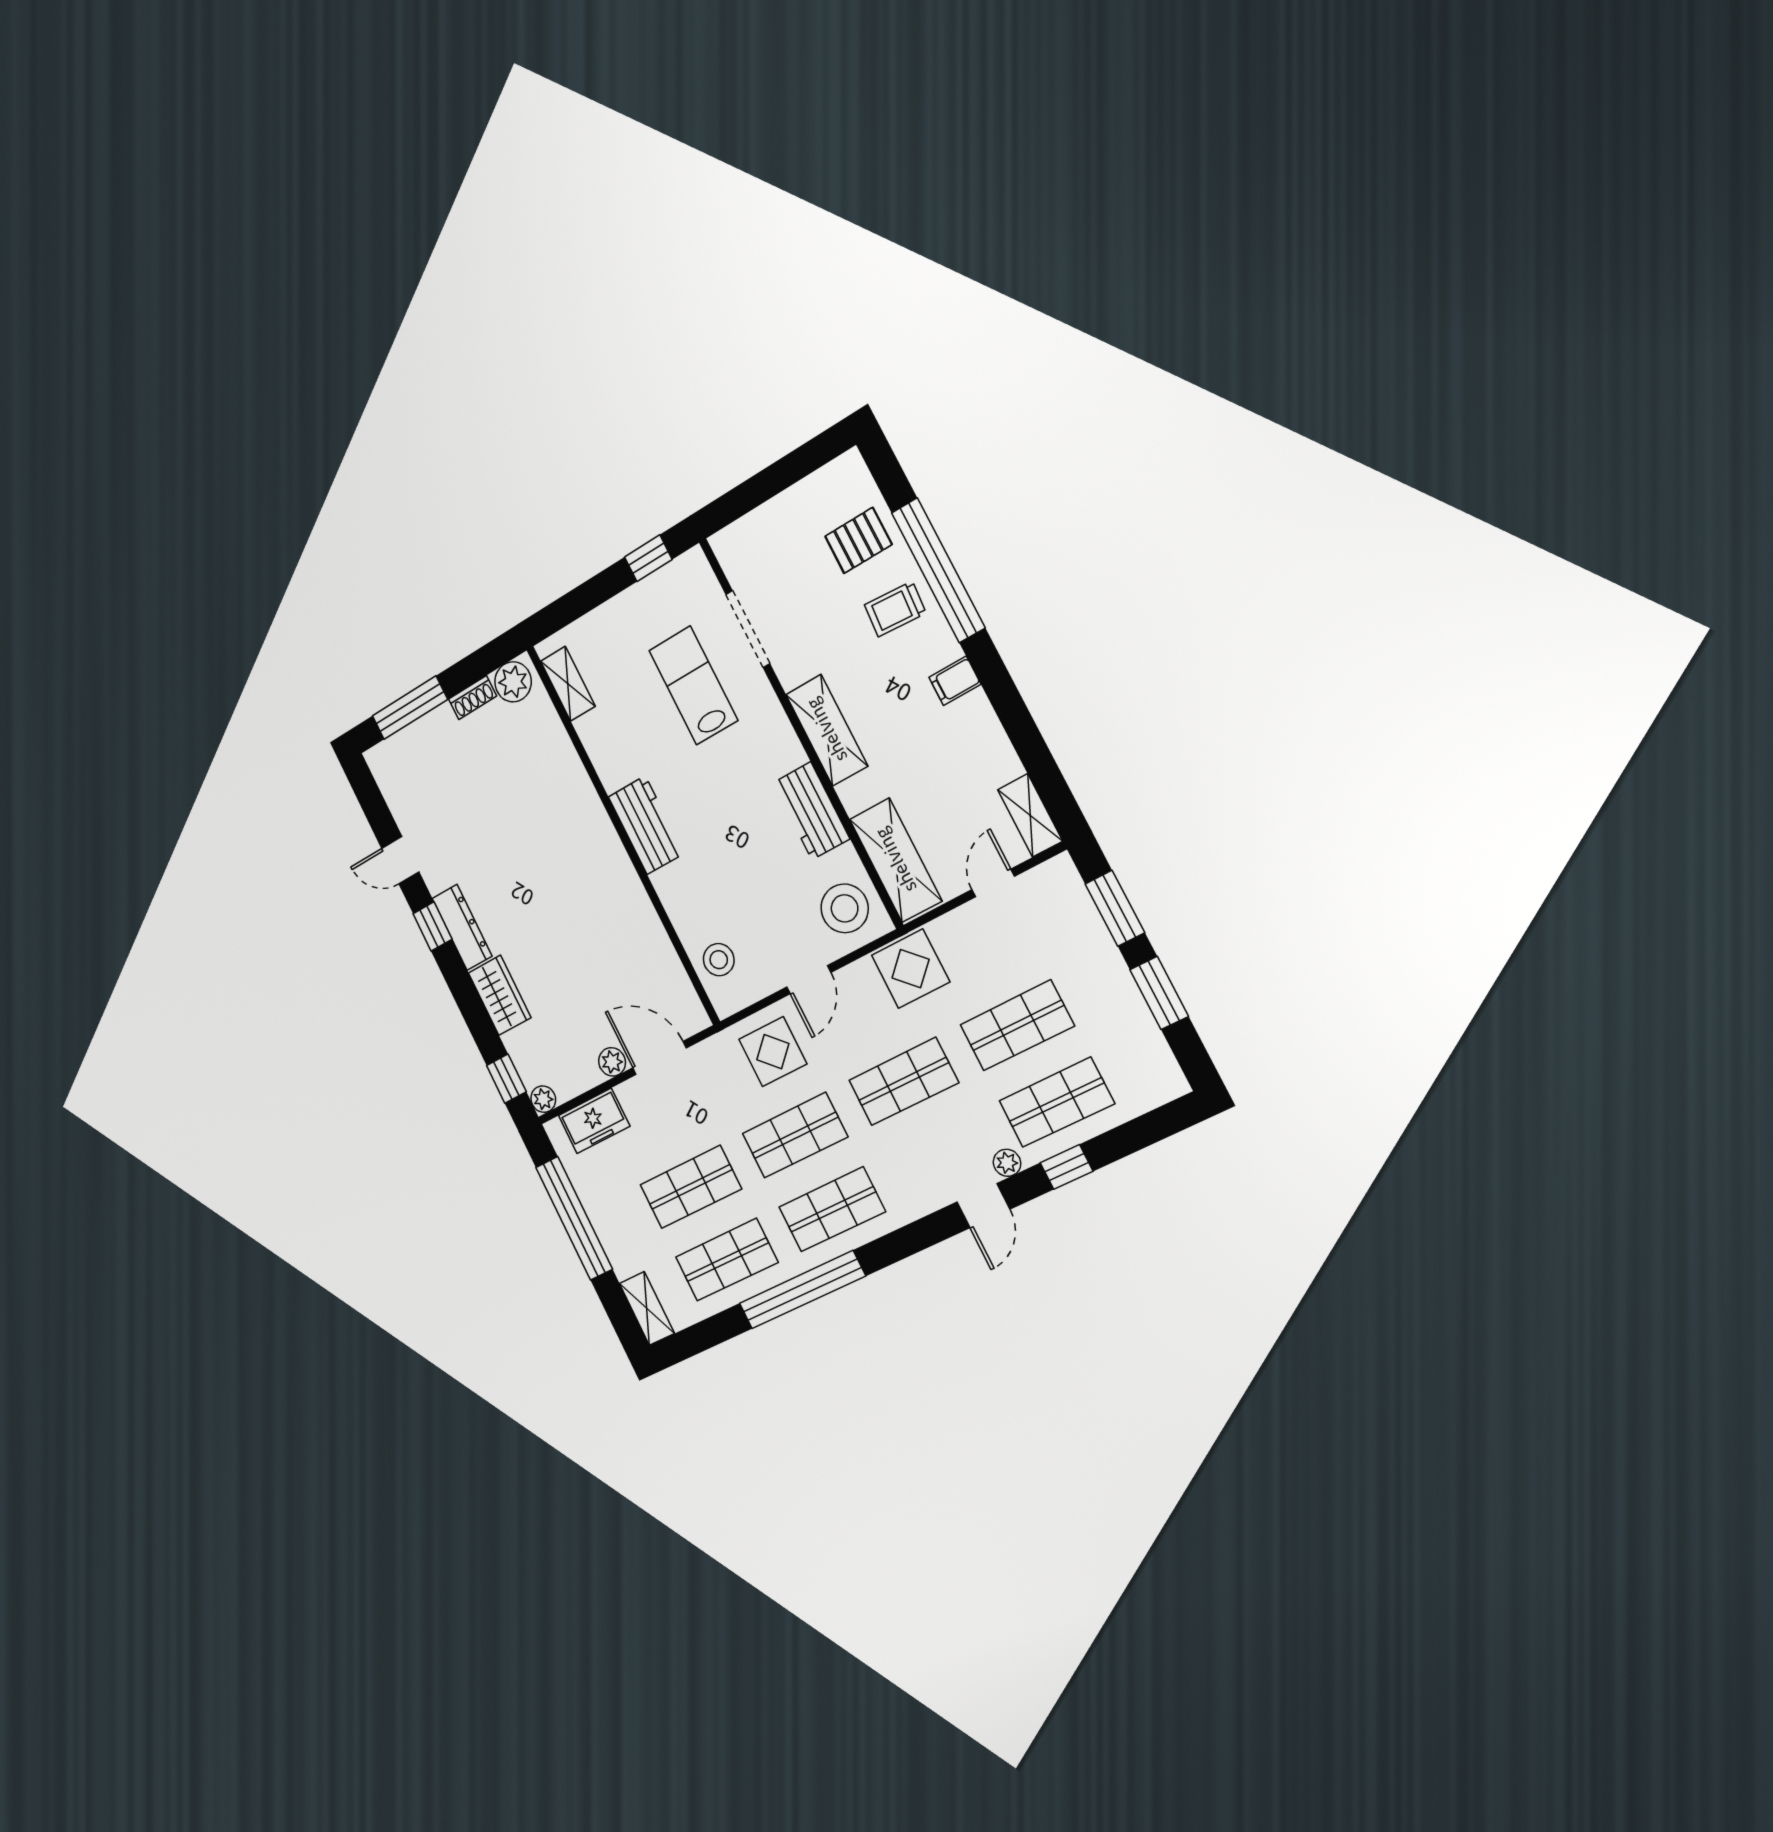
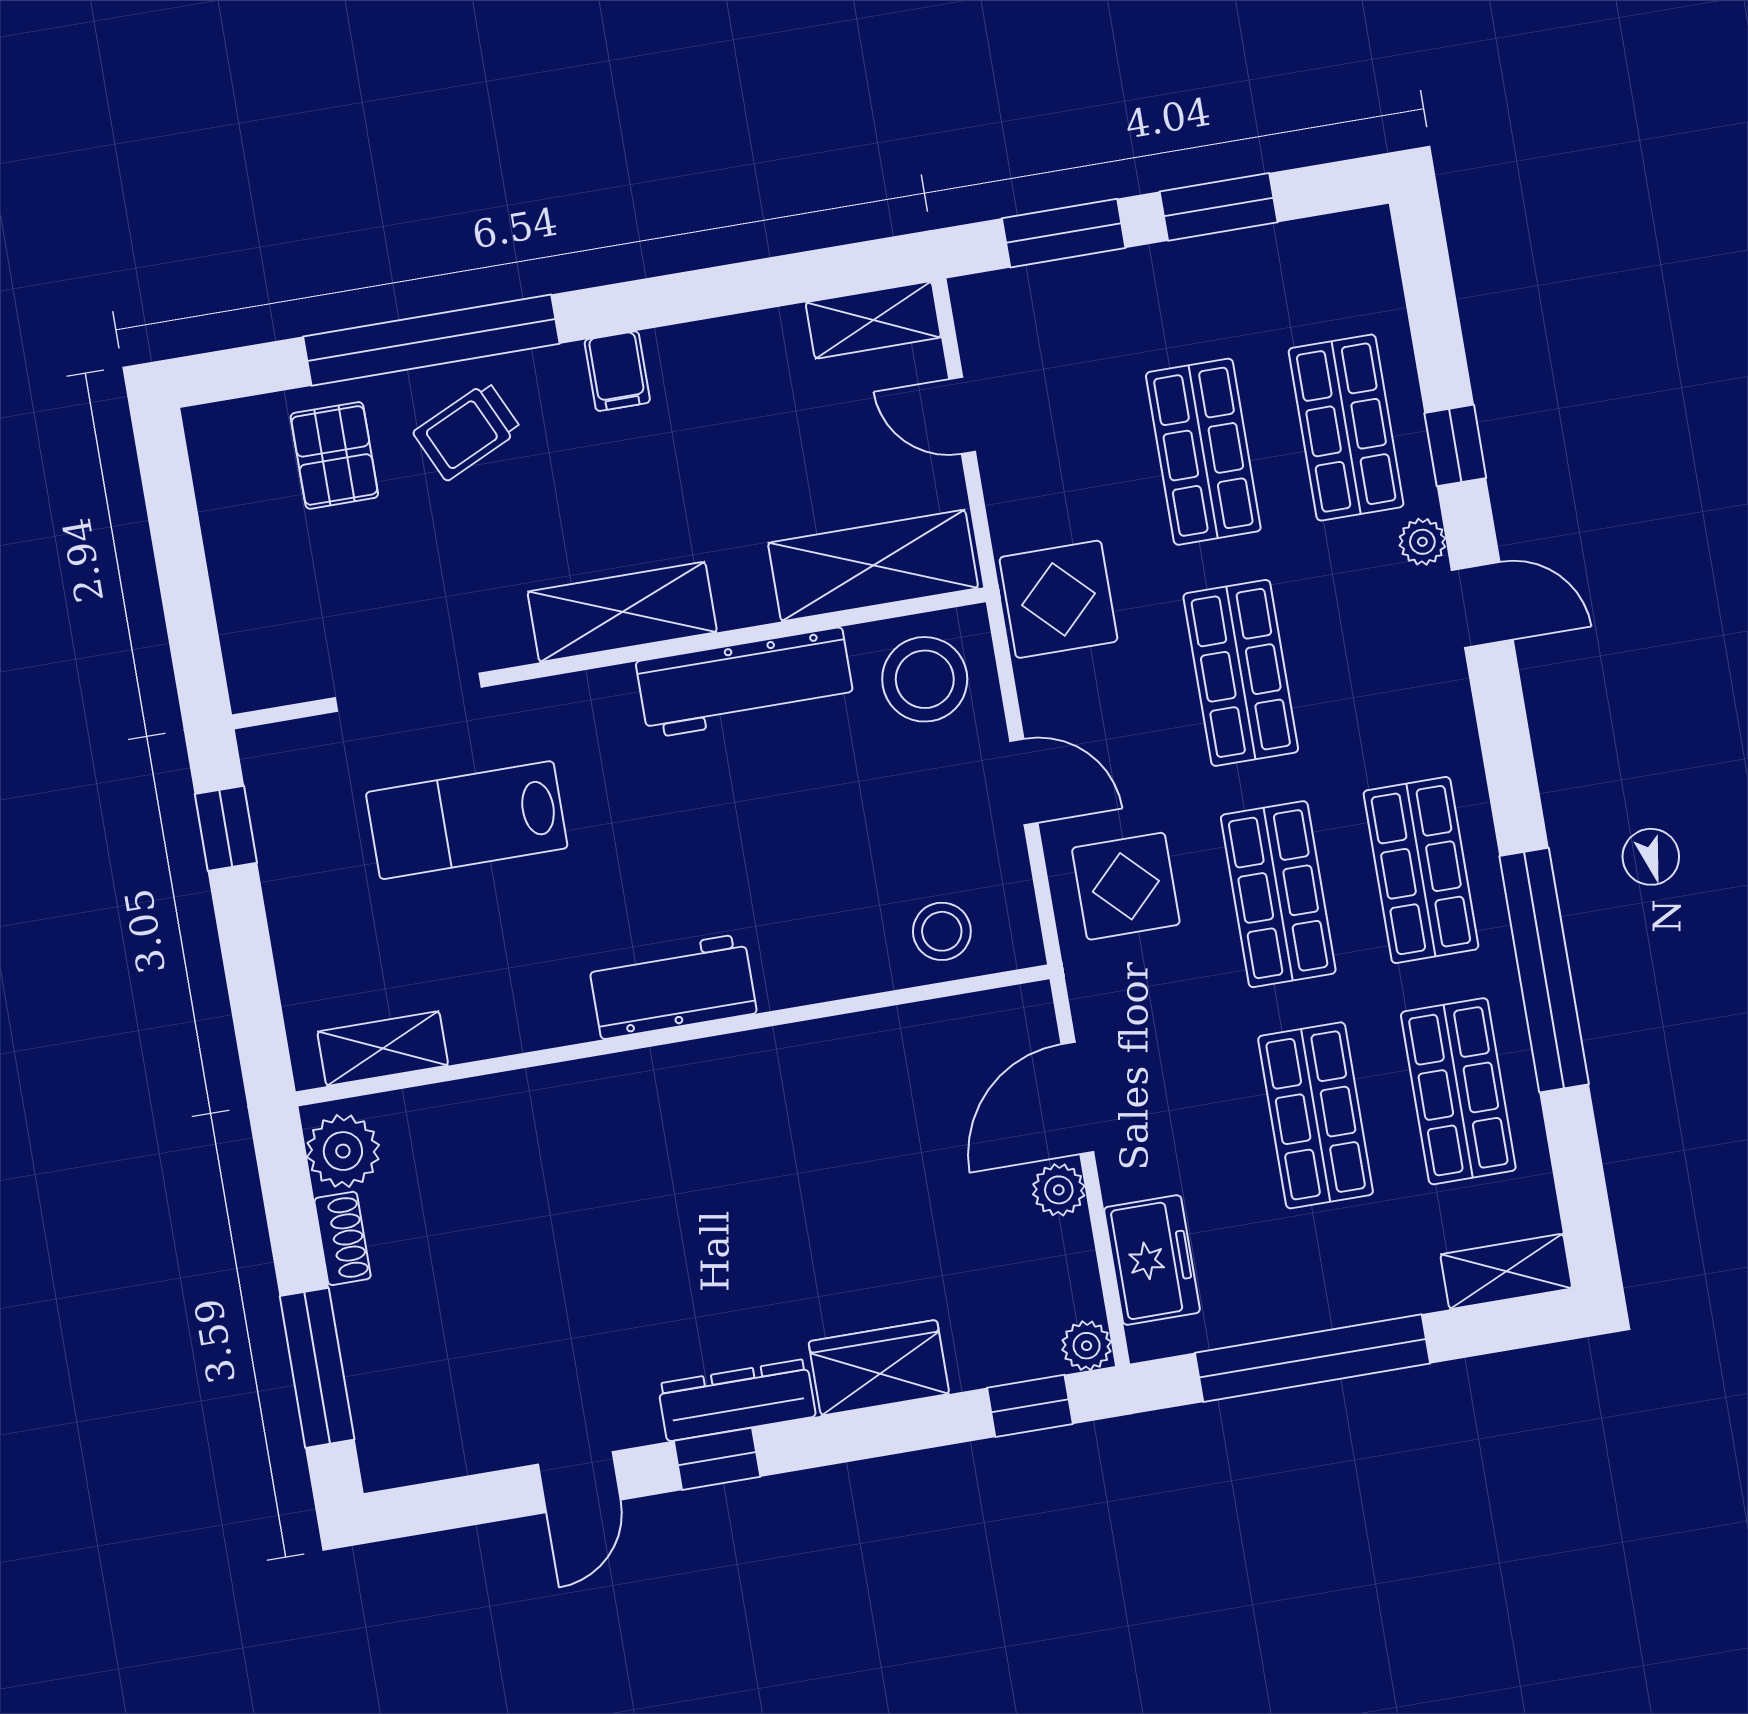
trolley: (895, 609) -> (467, 431), turned 61
workbench: (811, 811) -> (745, 683), width x1.38

